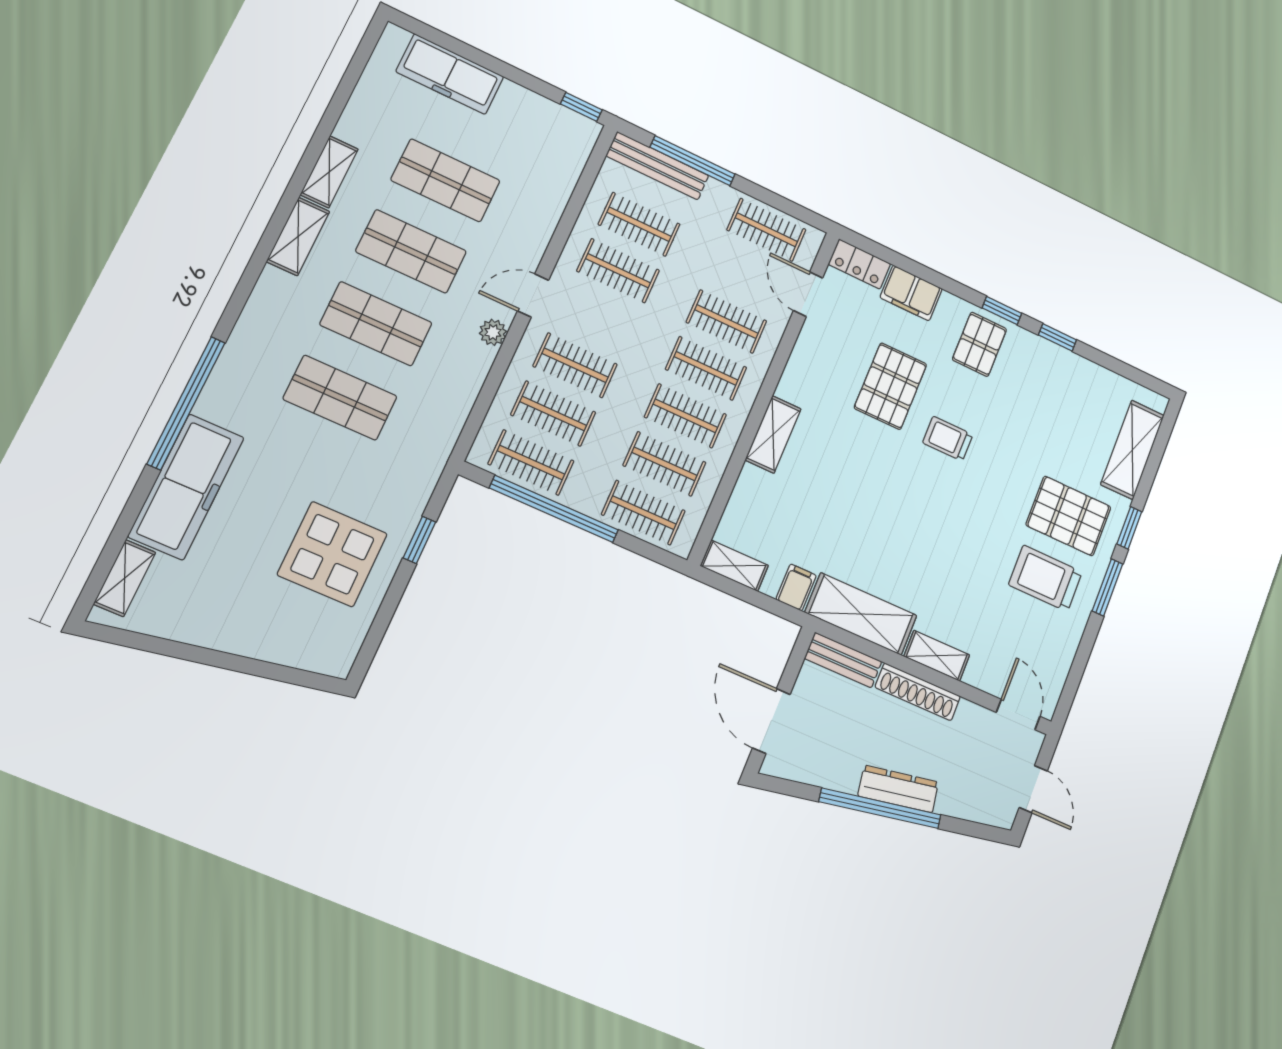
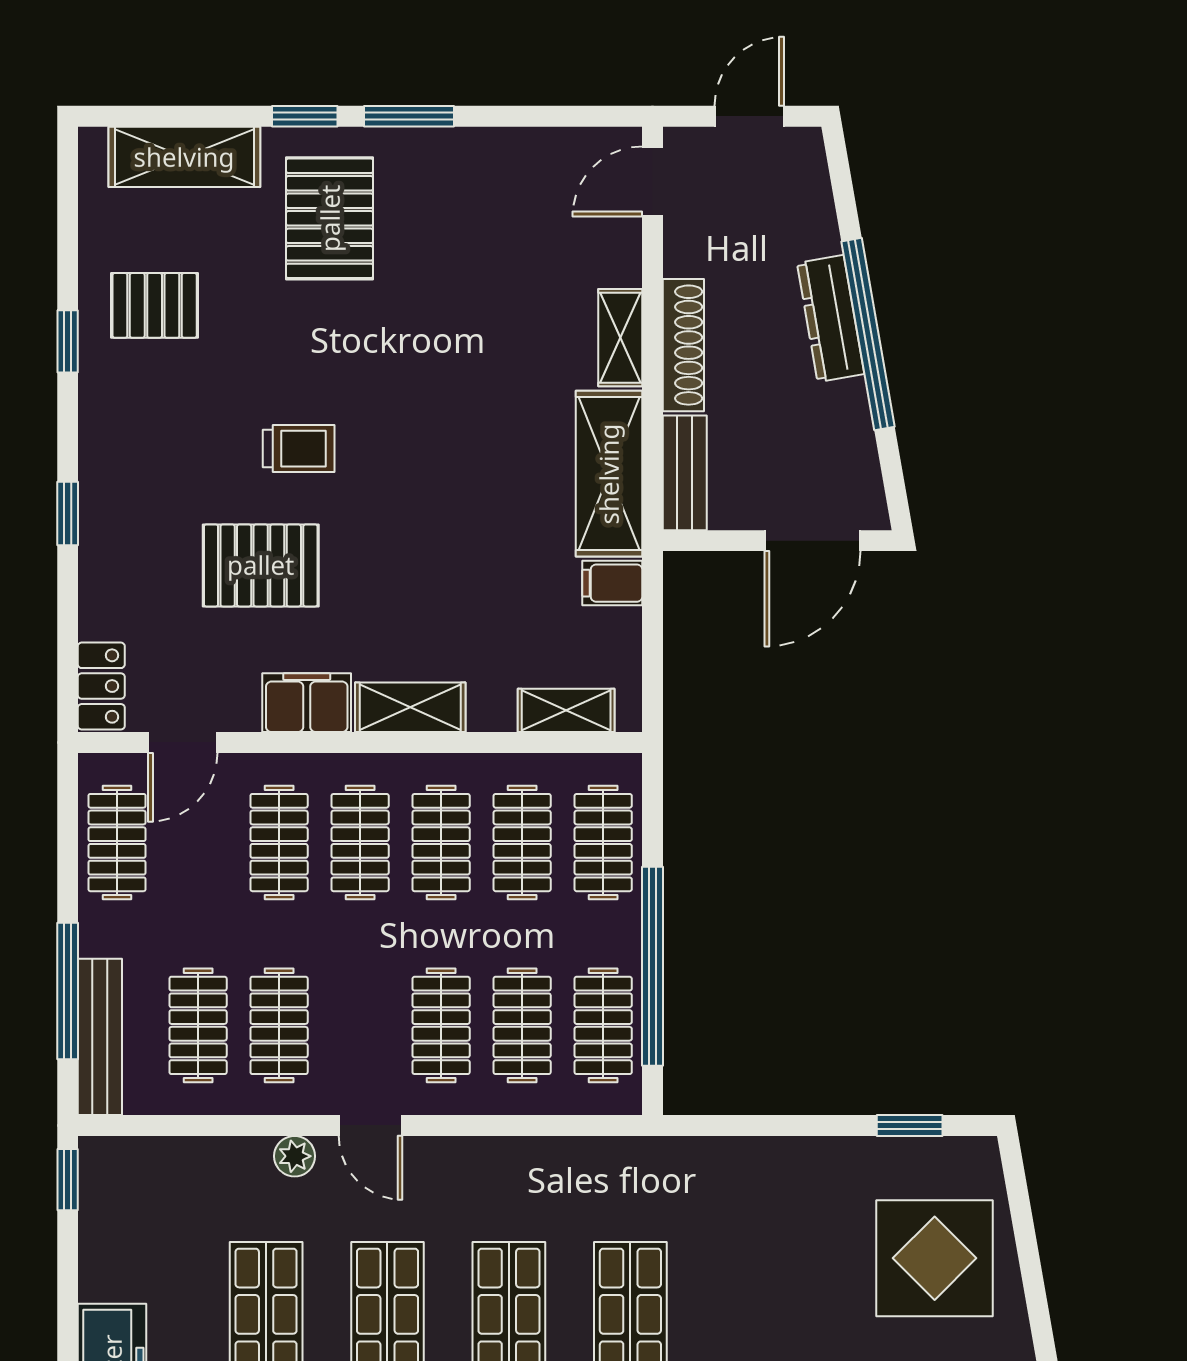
filing cabinet: (911, 293) -> (307, 703), moved, turned -90
window: (1002, 311) -> (68, 513), moved
plant: (493, 332) -> (295, 1156), moved
pallet: (980, 344) -> (155, 305), moved
trolley: (948, 439) -> (299, 449), turned -90
window: (419, 540) -> (910, 1125), moved
display table: (332, 554) -> (935, 1258), moved
shelving: (734, 566) -> (566, 710), moved, turned 90
trolley: (1045, 578) -> (438, 218), removed

